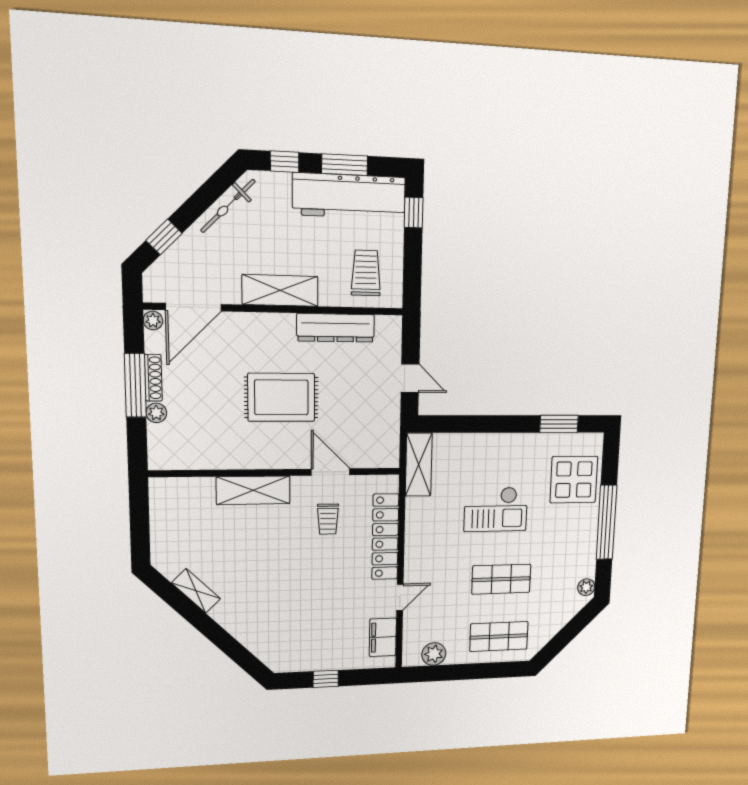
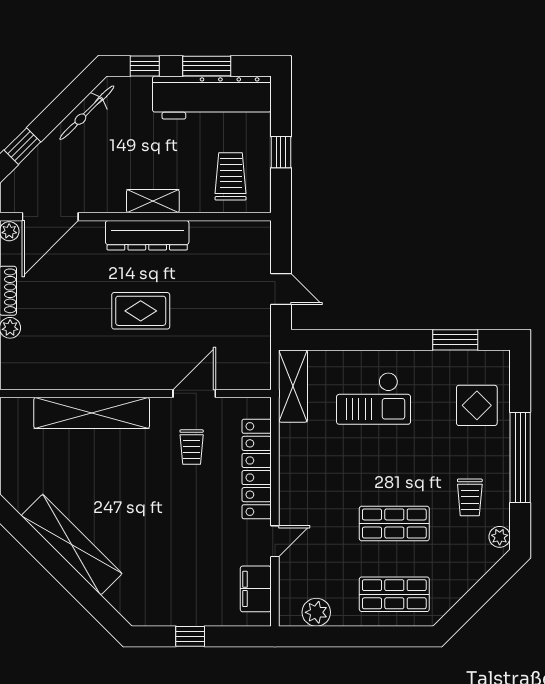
window: (414, 213) -> (281, 152), moved
shelving: (280, 290) -> (153, 201), width x0.67, depth x0.75
dresser: (336, 328) -> (147, 235), moved
rug: (281, 397) -> (141, 311), width x0.73, depth x0.70
door: (331, 472) -> (194, 393), hinge flipped
display table: (574, 480) -> (477, 405), width x0.73, depth x0.73
shelving: (253, 490) -> (92, 413), width x1.47
checkout: (496, 509) -> (374, 398), moved
trolley: (564, 556) -> (470, 497), added
shelving: (196, 591) -> (72, 545), width x2.20, depth x1.33

